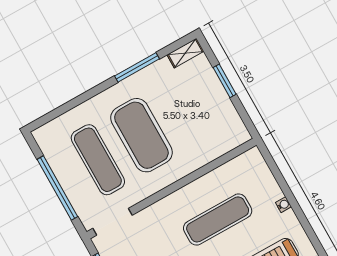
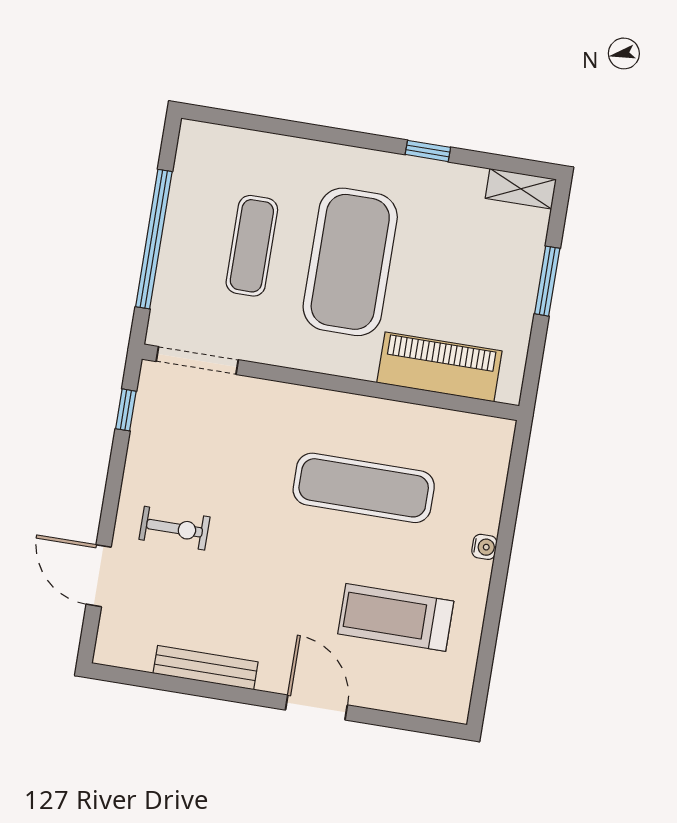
window: (137, 67) -> (428, 151), width x0.46
piano: (209, 148) -> (439, 367), added
exercise mat: (98, 160) -> (252, 246), width x0.73, depth x0.69

